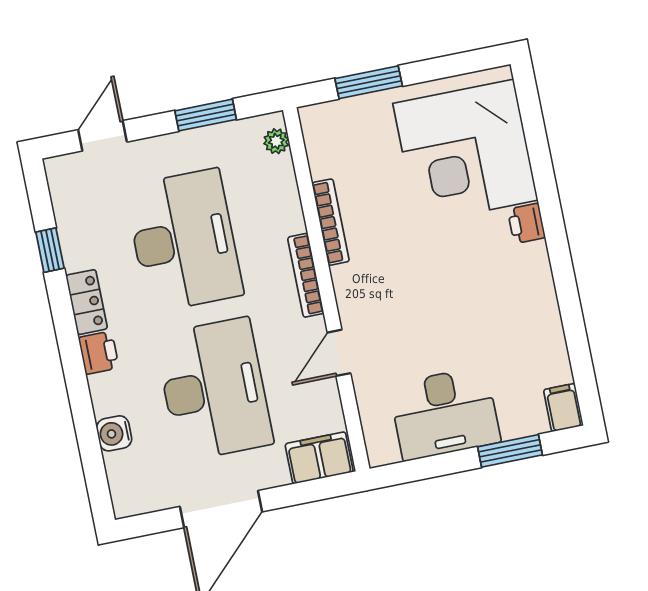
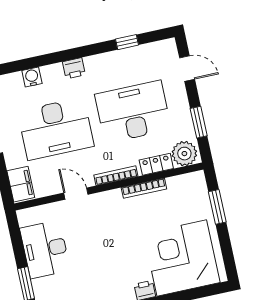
plant: (276, 141) -> (184, 154), width x1.88, depth x1.88
desk: (184, 241) -> (133, 112), turned 180
locker: (87, 302) -> (156, 164), moved, turned 180

